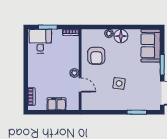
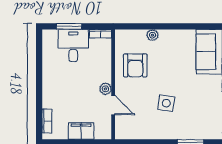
floor lamp: (121, 36) -> (169, 39), removed
desk: (40, 41) -> (73, 46), moved

